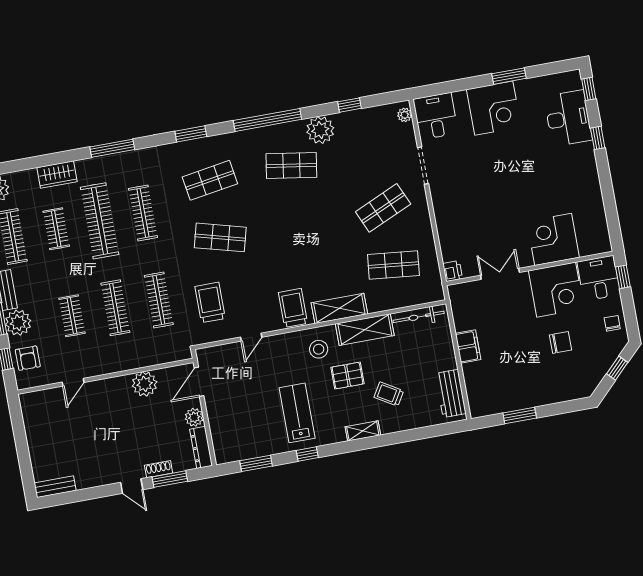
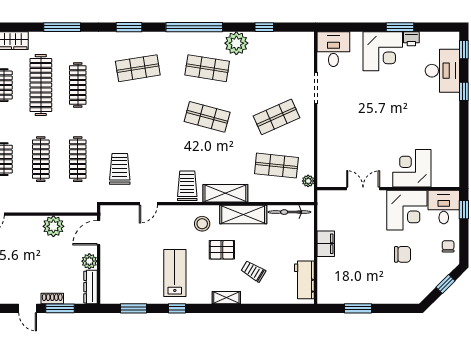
plant: (405, 115) -> (308, 181), moved
shop shelf: (220, 237) -> (207, 117), moved
printer: (453, 271) -> (411, 39), moved, turned 90

